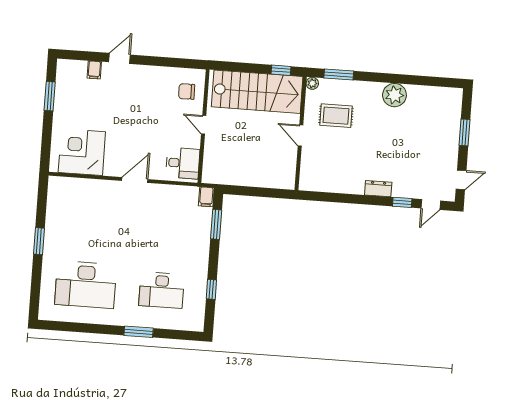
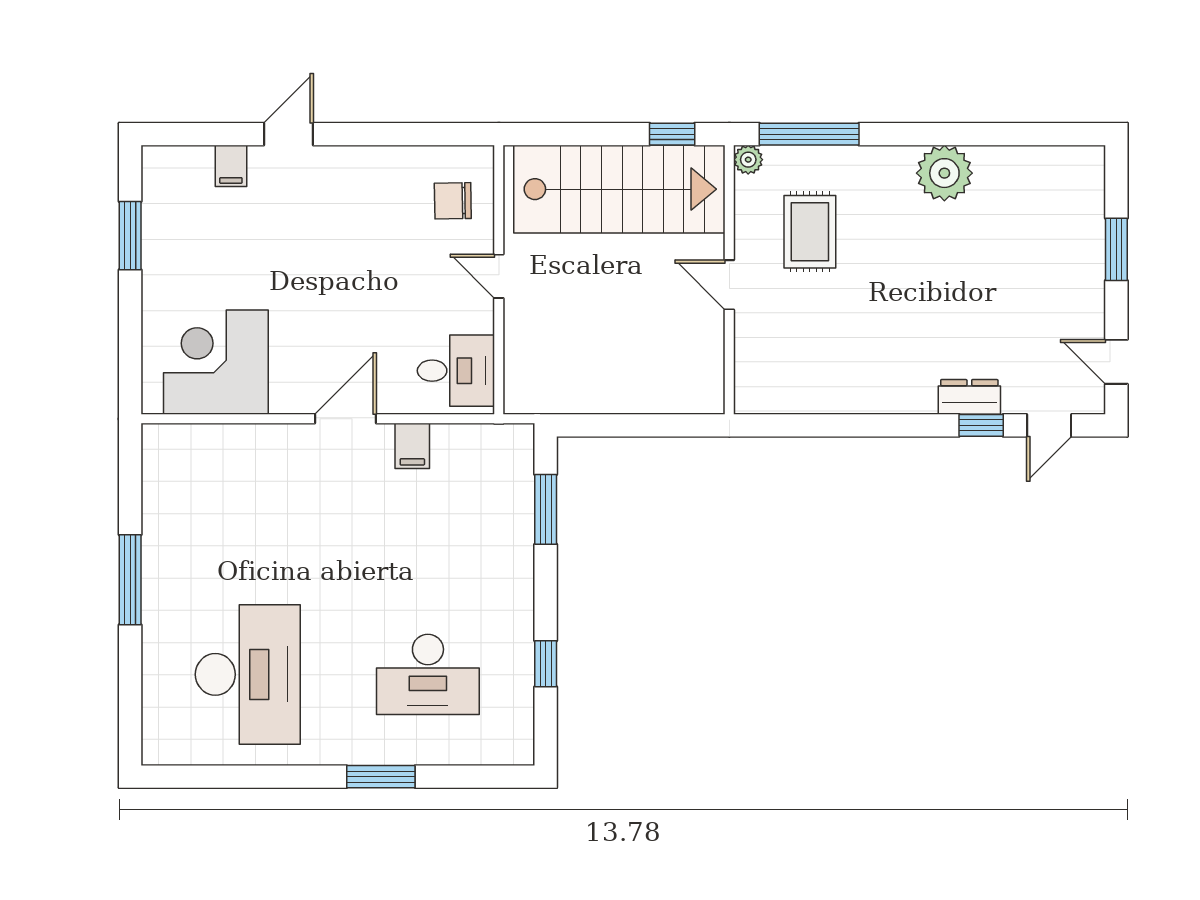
window: (339, 74) -> (809, 134), width x1.44
rug: (336, 116) -> (810, 232), turned 90
door: (461, 180) -> (1116, 362), swing flipped
dresser: (378, 189) -> (969, 397), moved
filing cabinet: (206, 197) -> (412, 446), moved
window: (39, 241) -> (130, 580), width x1.44
desk: (86, 285) -> (248, 674), turned -90

